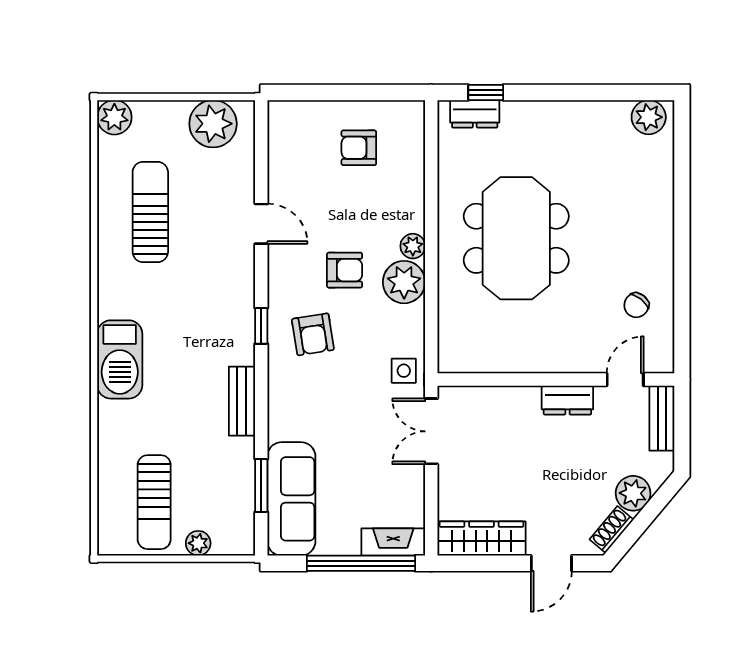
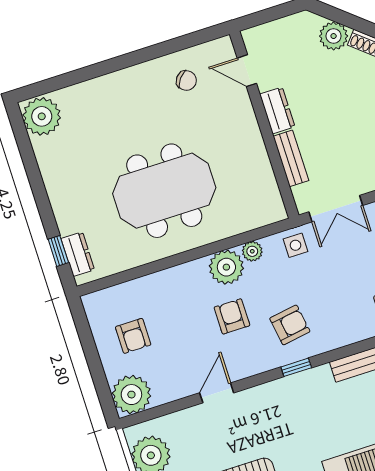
plant: (649, 117) -> (42, 116), width x1.36, depth x1.36
plant: (291, 124) -> (131, 395), added
plant: (413, 246) -> (252, 251), moved
bench: (662, 418) -> (291, 158), moved, turned 90

